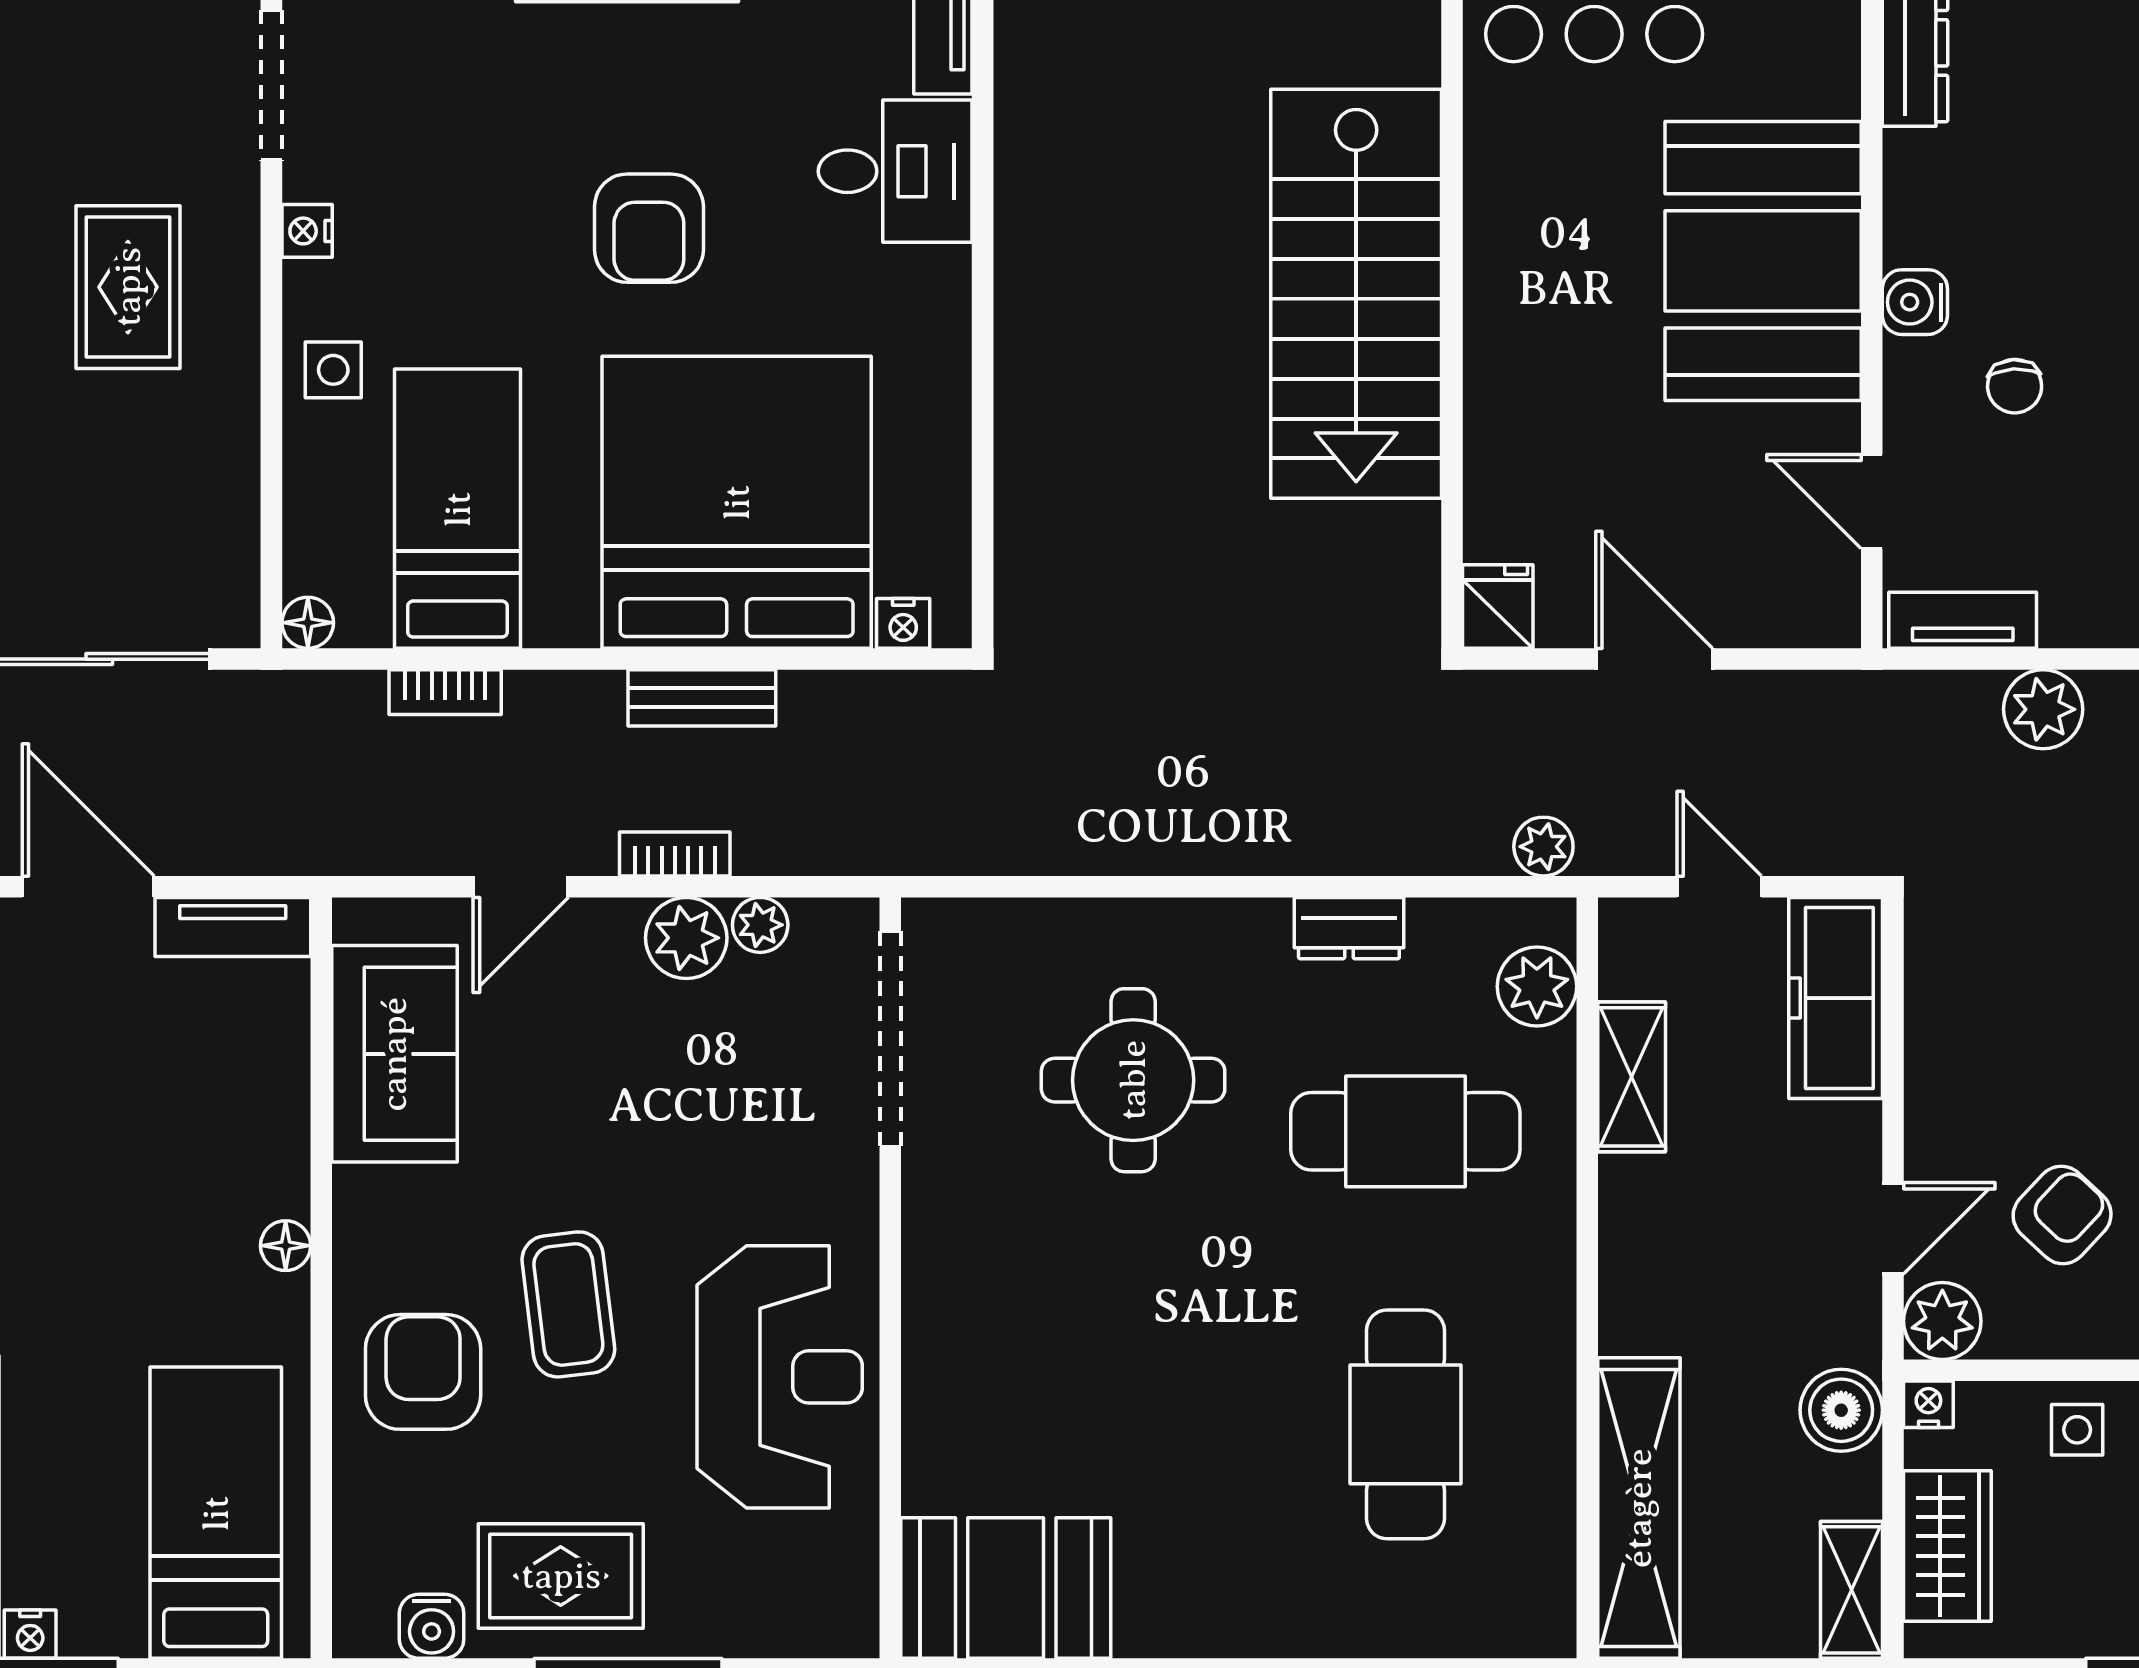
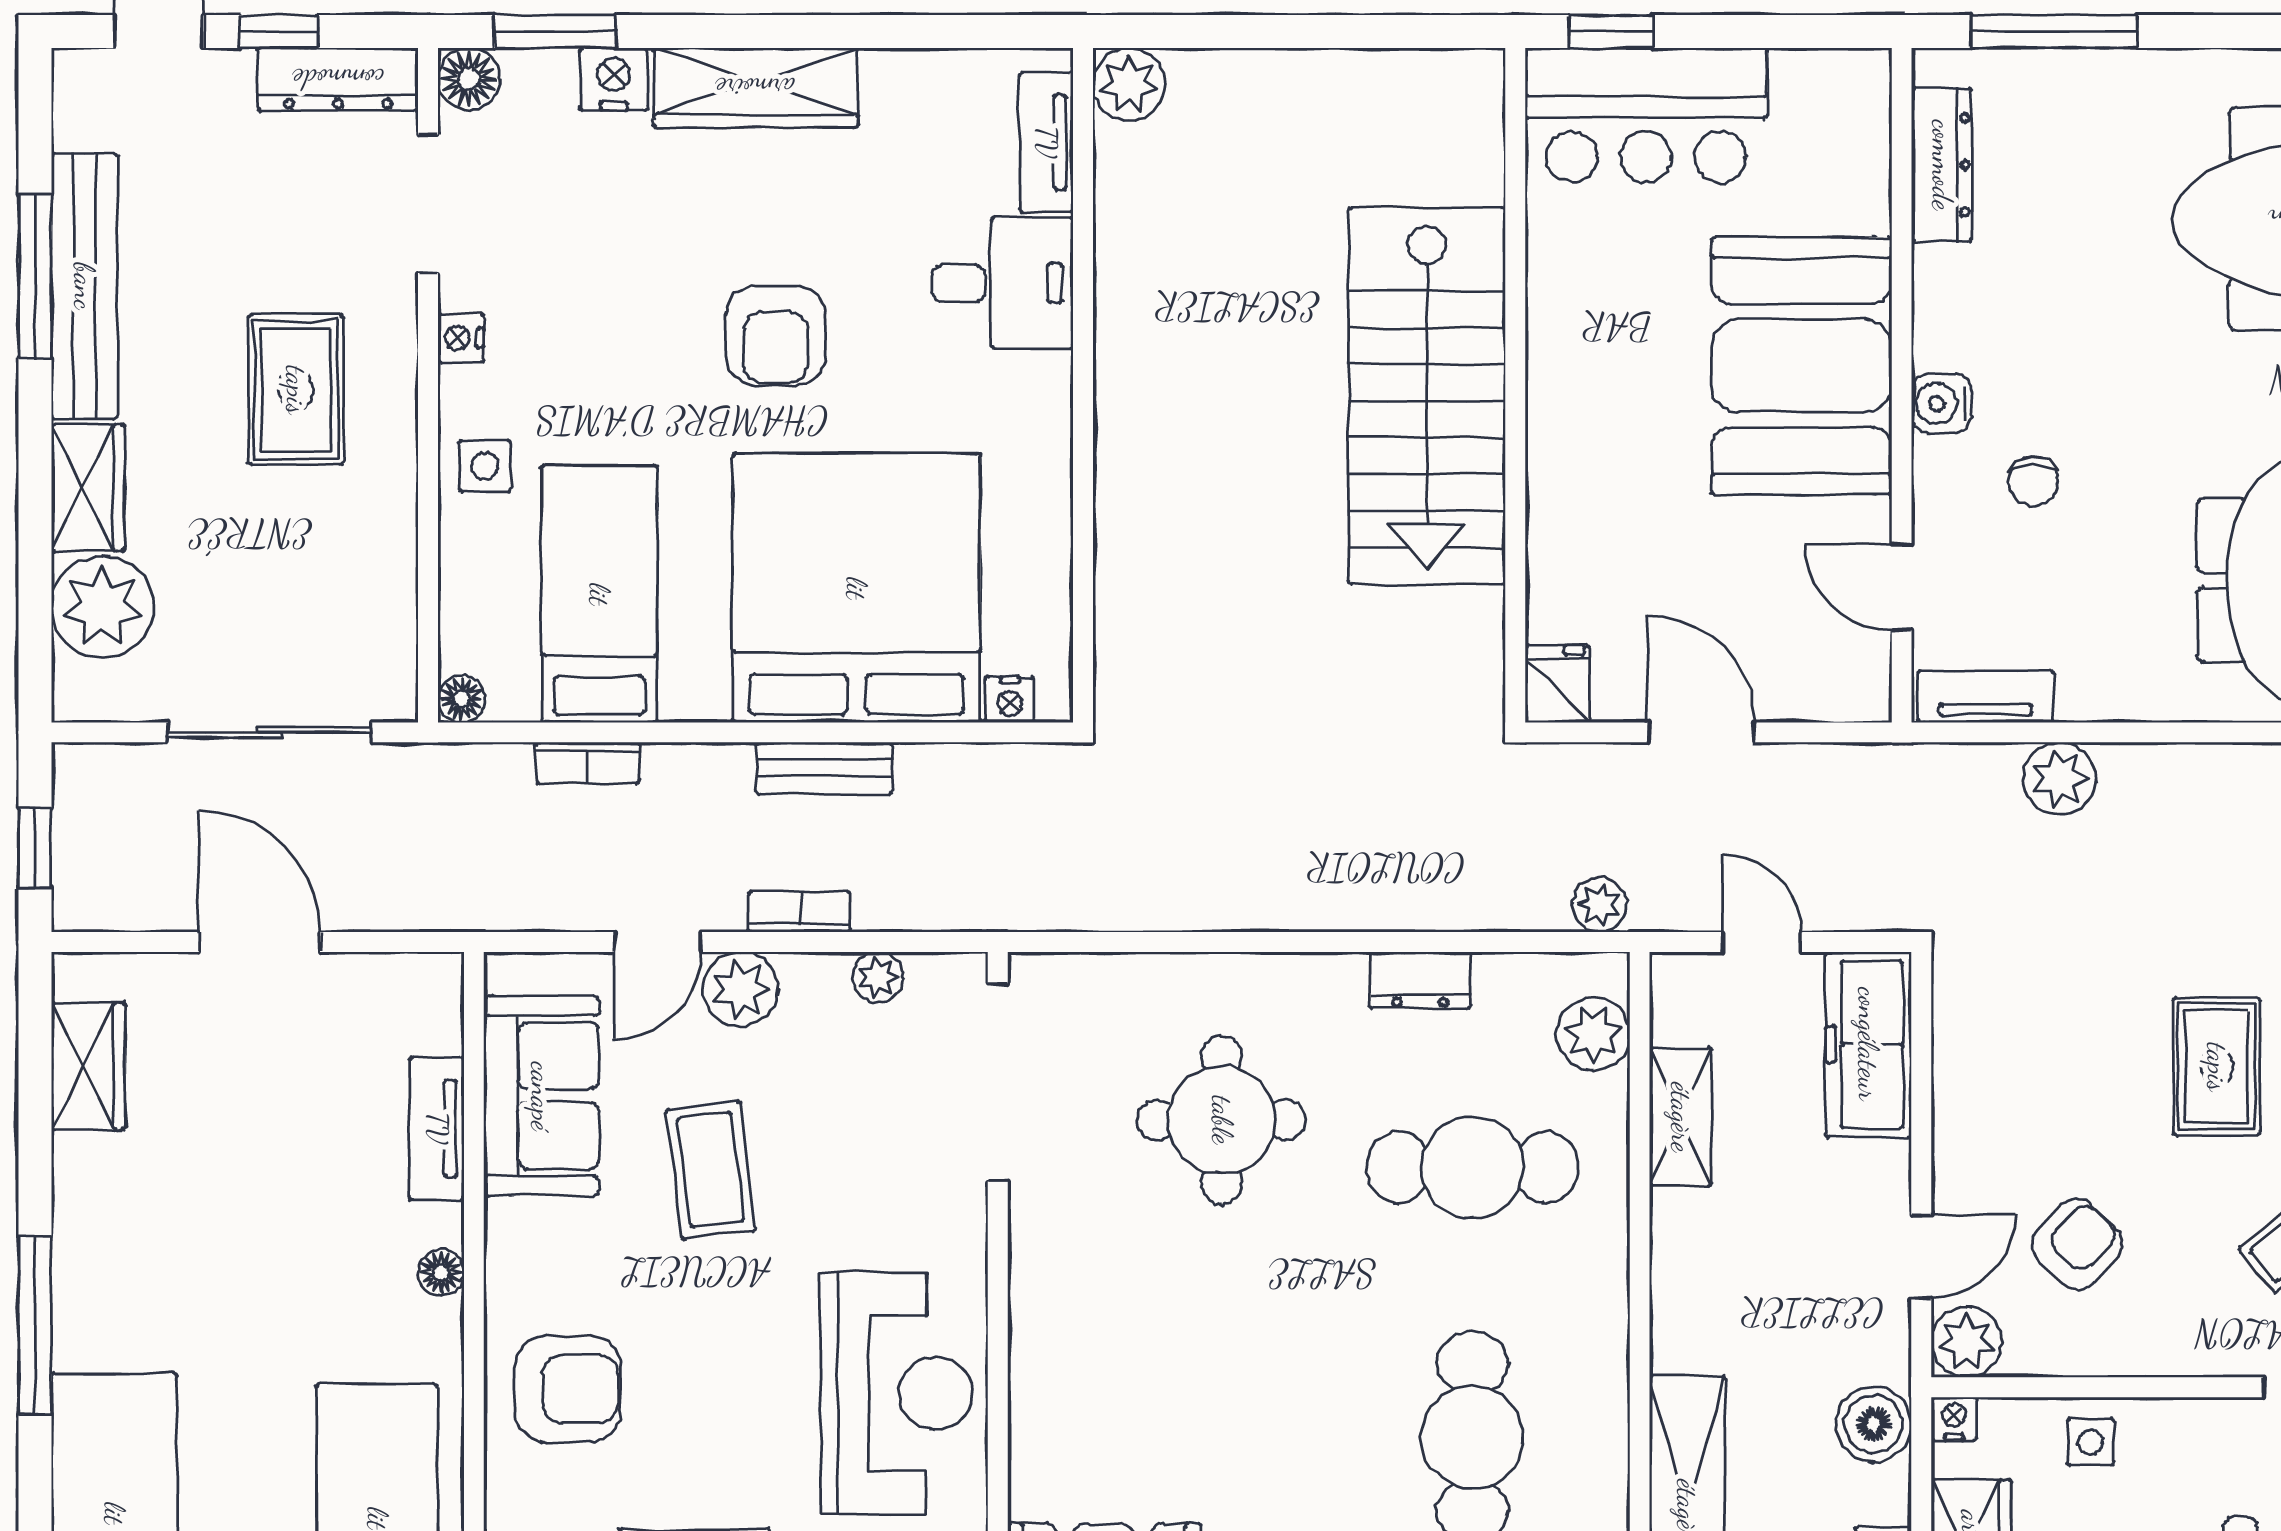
tv unit: (233, 927) -> (437, 1128), moved, turned 90
plant: (686, 938) -> (740, 989), moved
coffee table: (568, 1304) -> (711, 1170), moved
armchair: (423, 1372) -> (568, 1389), turned 90

